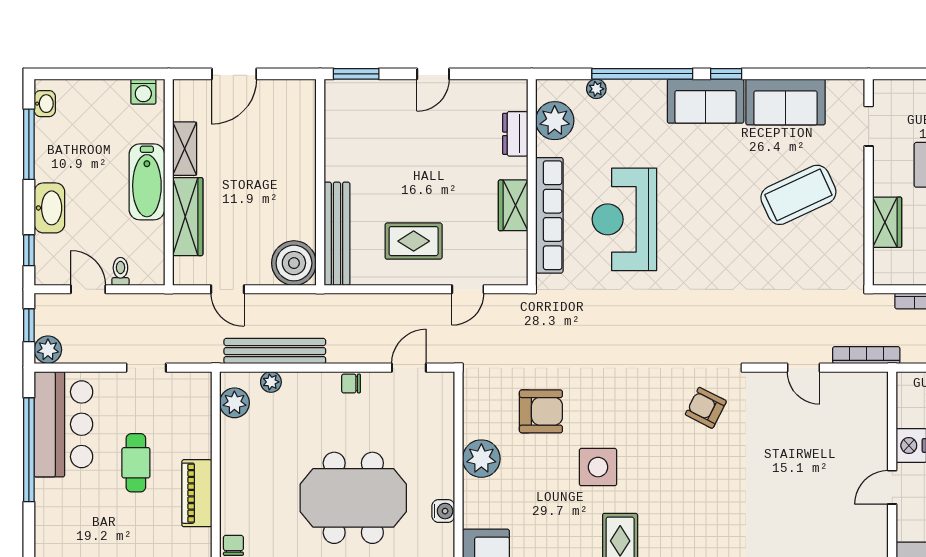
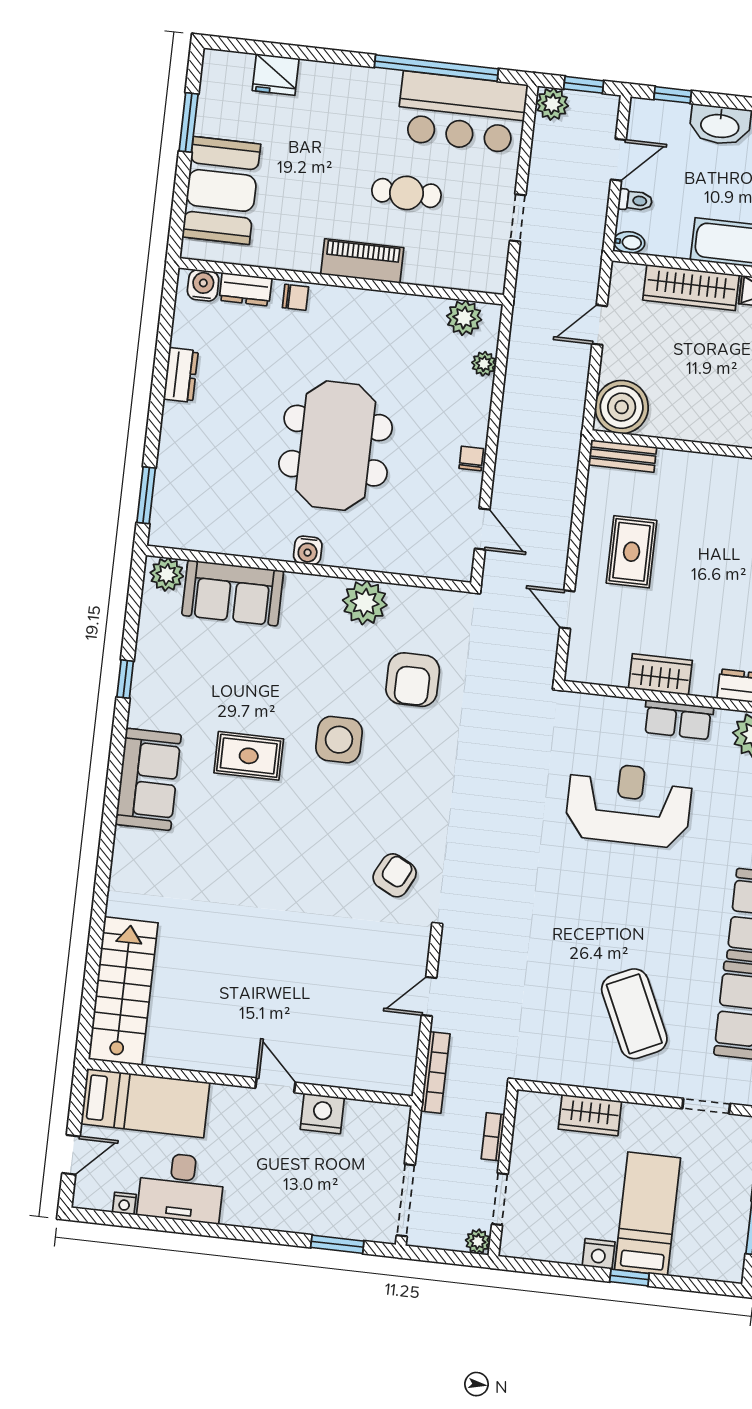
row of seats: (549, 215) -> (678, 720), width x0.50
bench: (337, 234) -> (623, 456), width x0.54, depth x0.82
bidet: (156, 272) -> (629, 242), added
bench: (275, 351) -> (520, 372), removed

